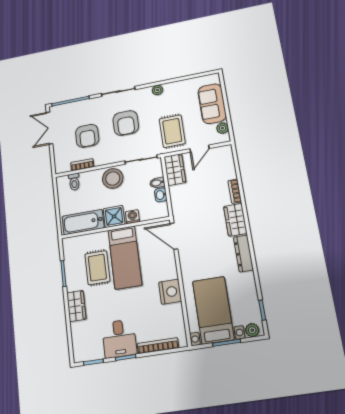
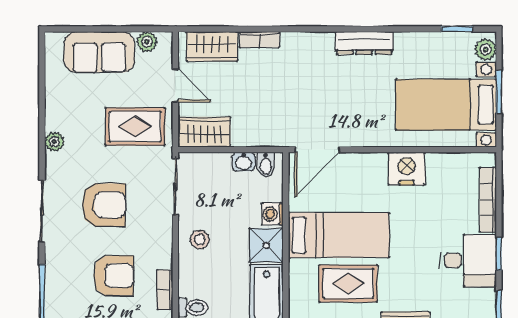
stool: (113, 178) -> (200, 240), width x0.53, depth x0.53
bidet: (157, 183) -> (266, 165), moved
wardrobe: (235, 220) -> (212, 47), moved

